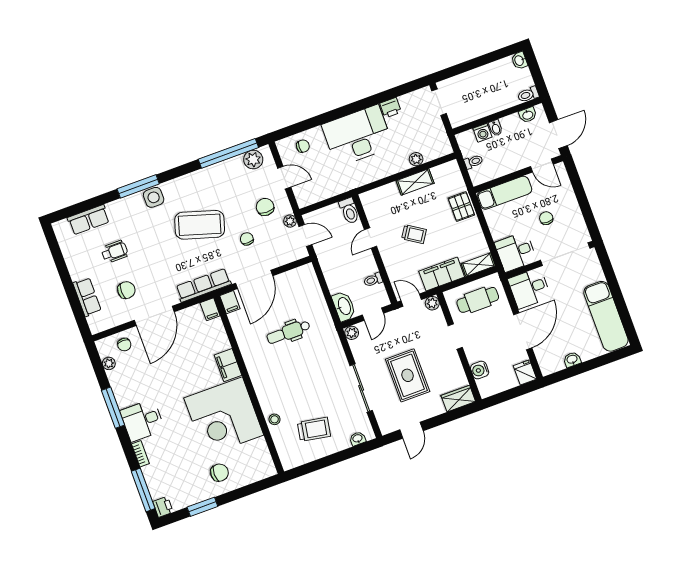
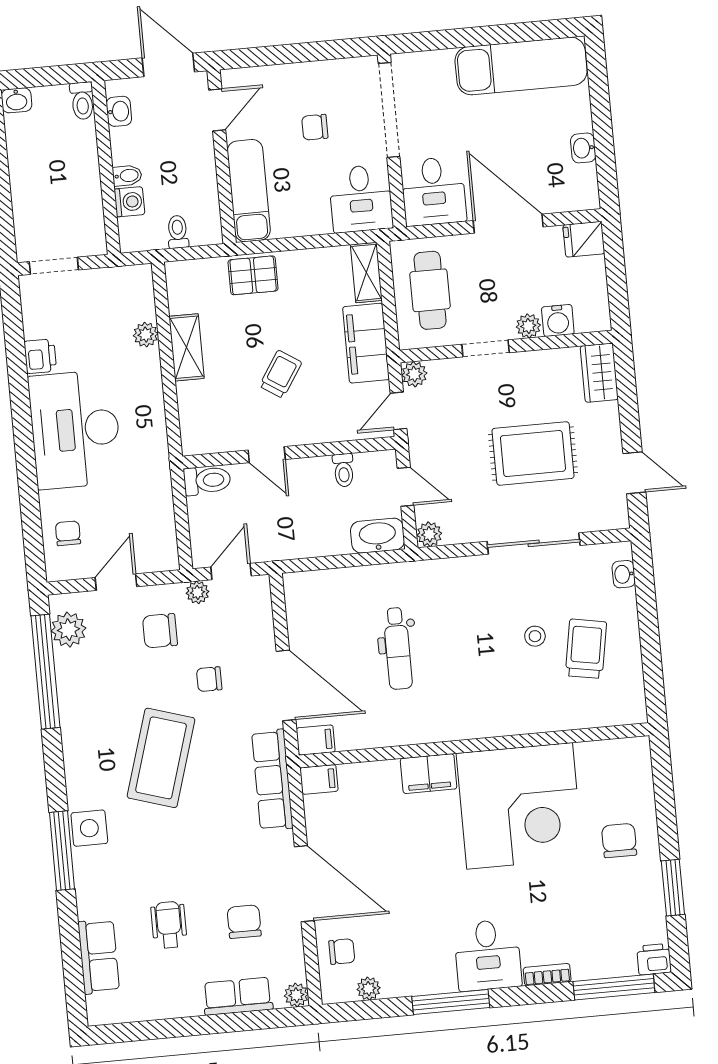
plant: (96, 327) -> (296, 995), added
plant: (473, 356) -> (528, 326), added
stool: (275, 419) -> (535, 636), moved

